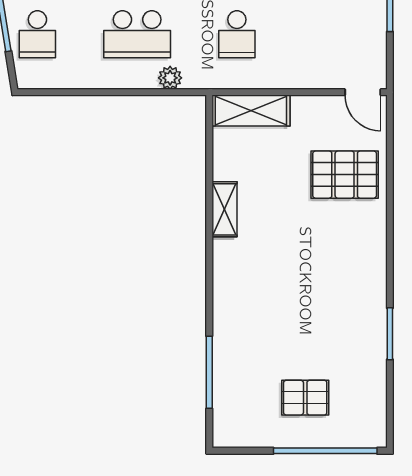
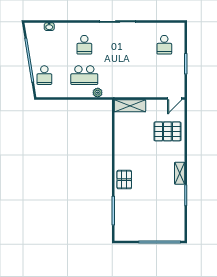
school desk: (237, 34) -> (124, 75), removed
door: (363, 92) -> (175, 98), hinge flipped
shelving: (224, 209) -> (180, 173), moved
pallet: (305, 398) -> (124, 180), moved, turned 90

